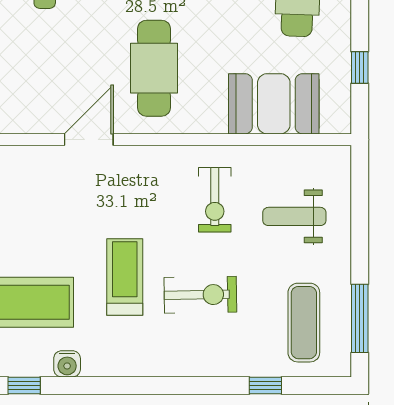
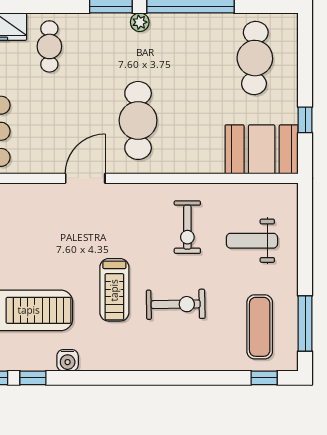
booth: (274, 104) -> (262, 149), moved
treadmill: (125, 277) -> (114, 290), turned 180
window: (265, 385) -> (264, 378), moved

